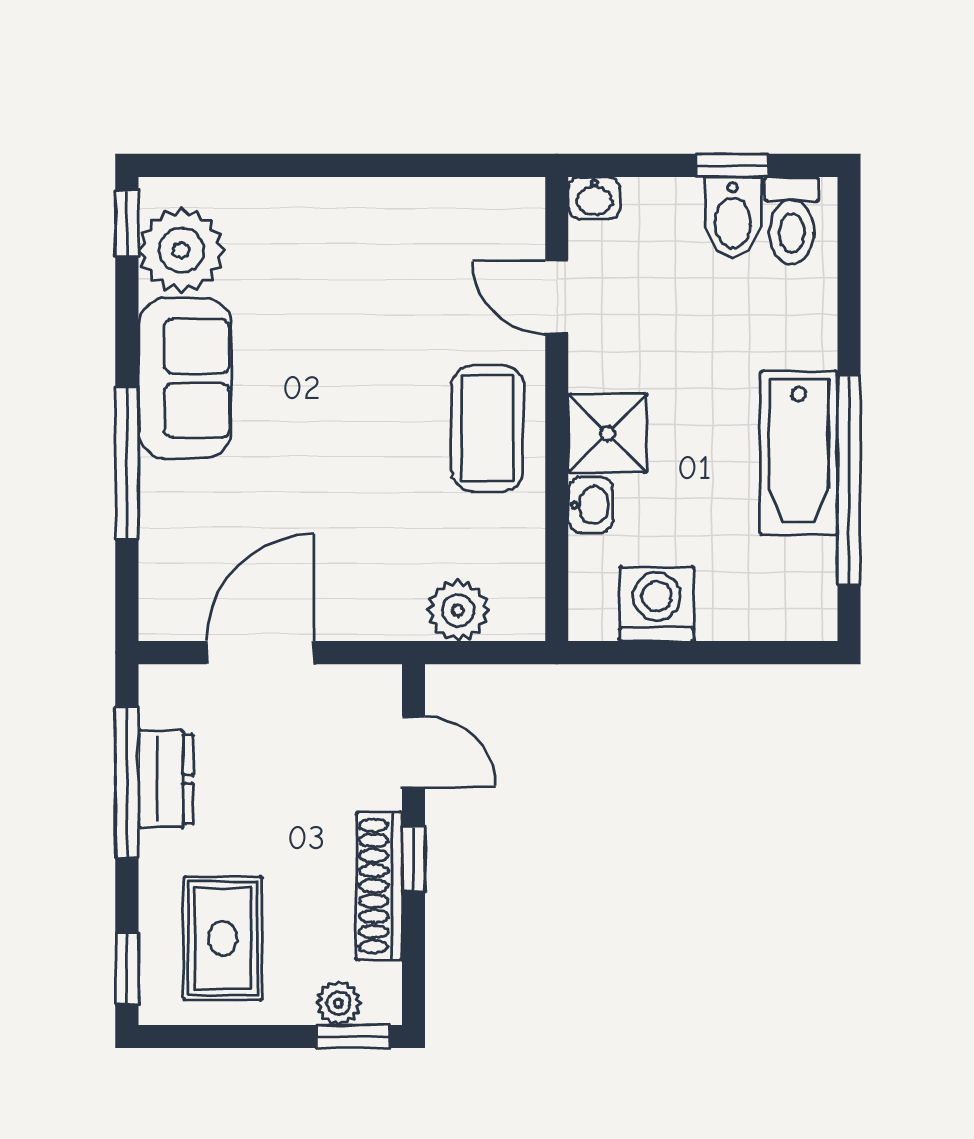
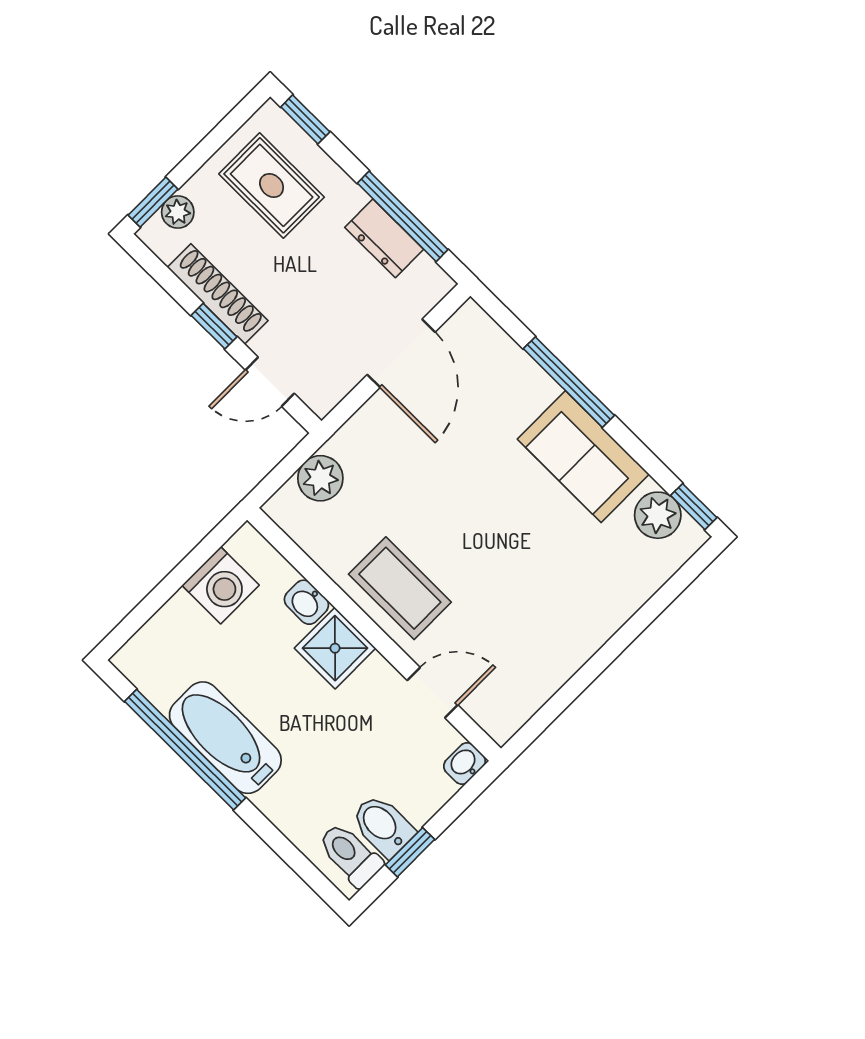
plant: (181, 250) -> (658, 515), width x0.73, depth x0.73

